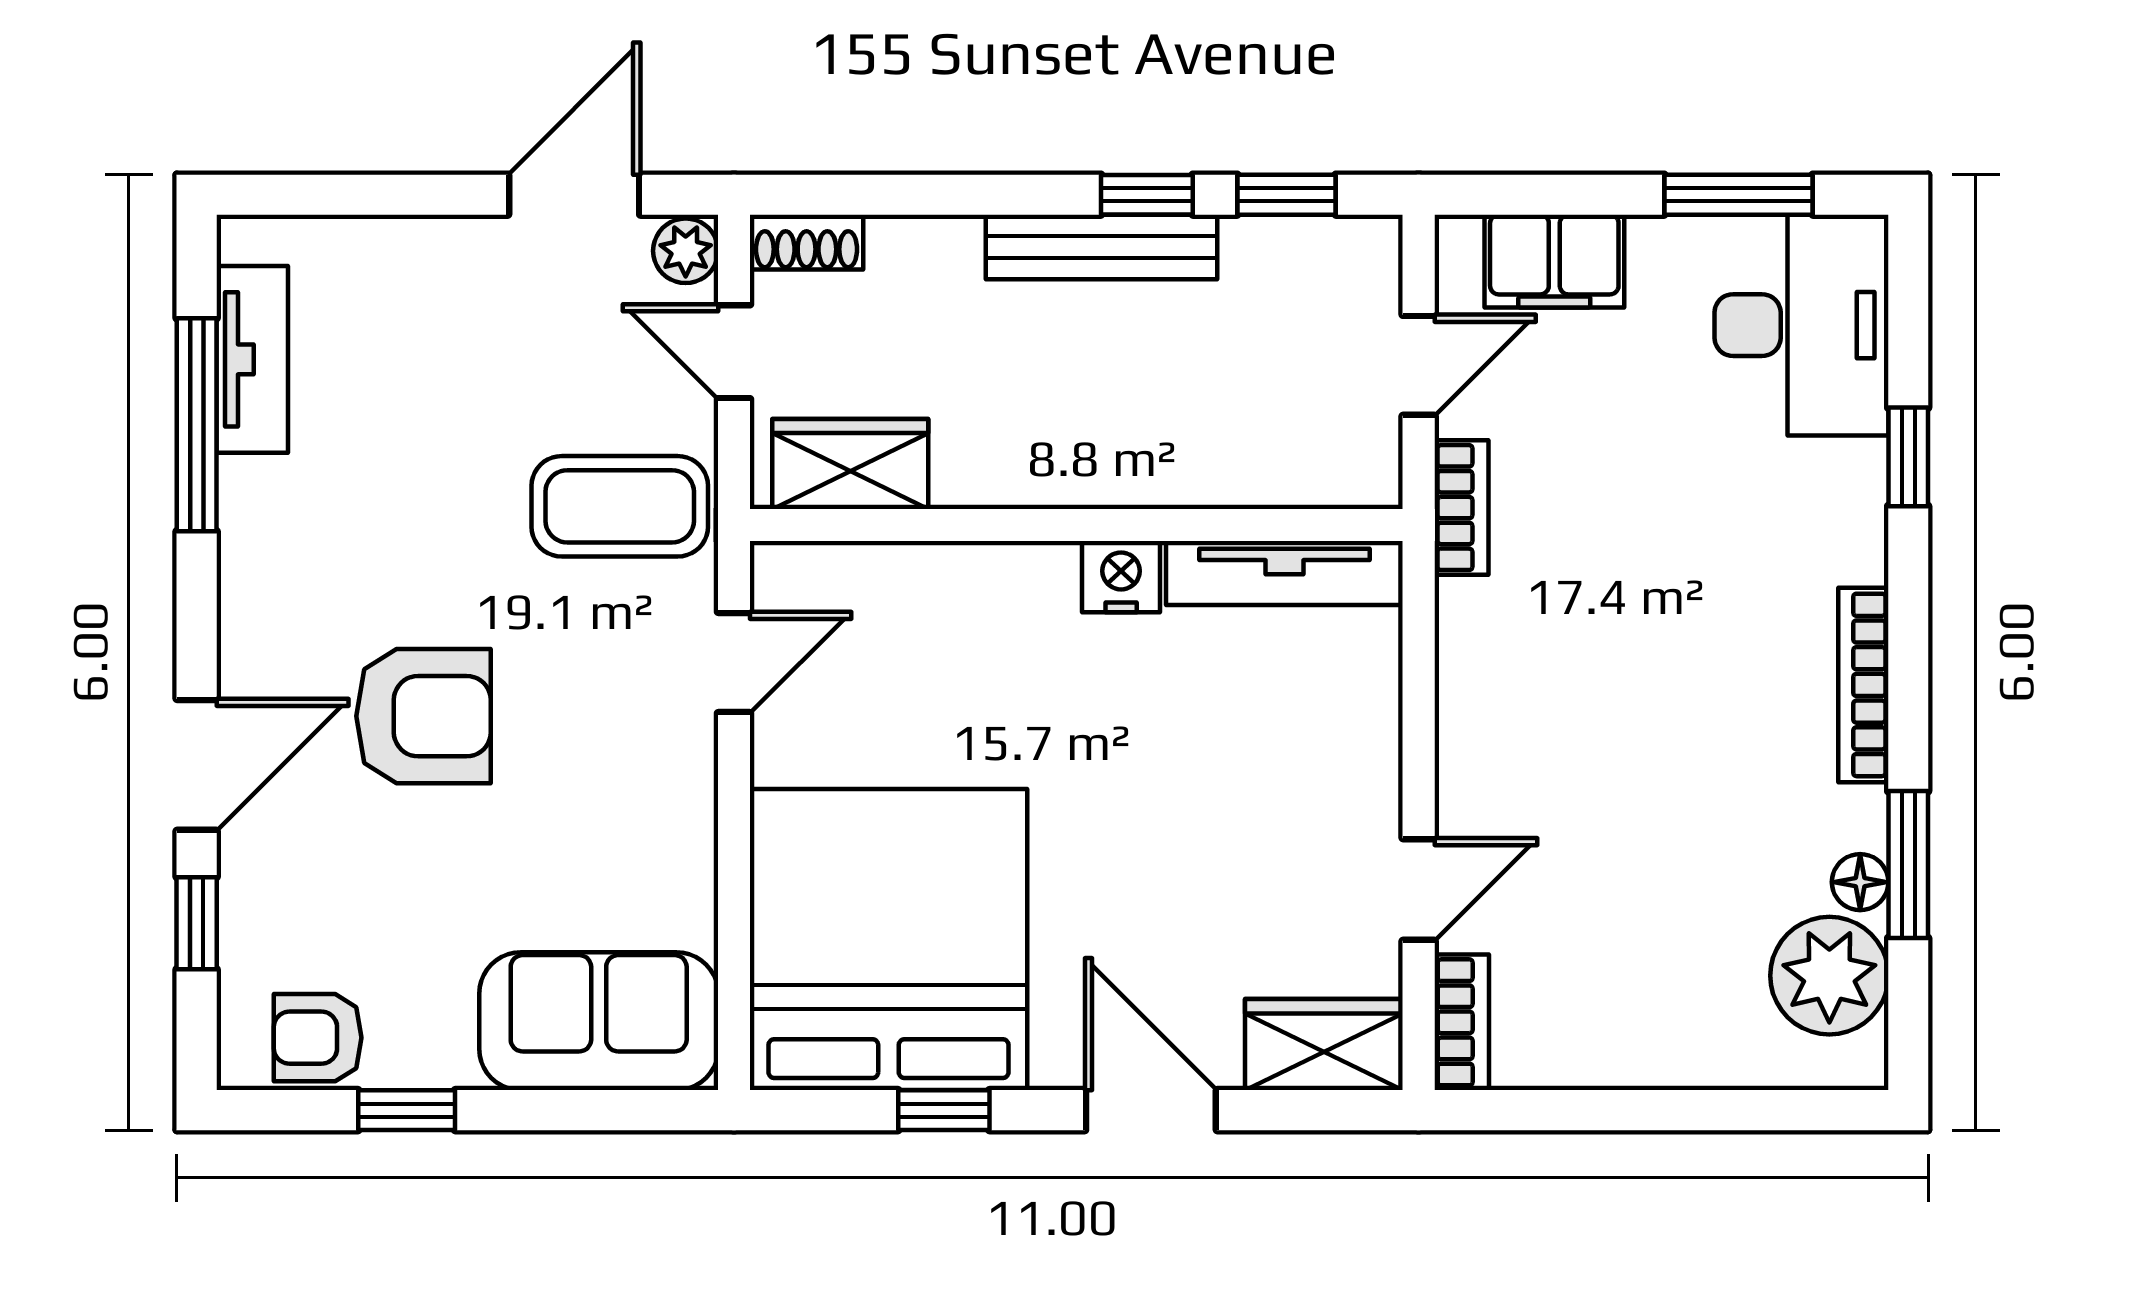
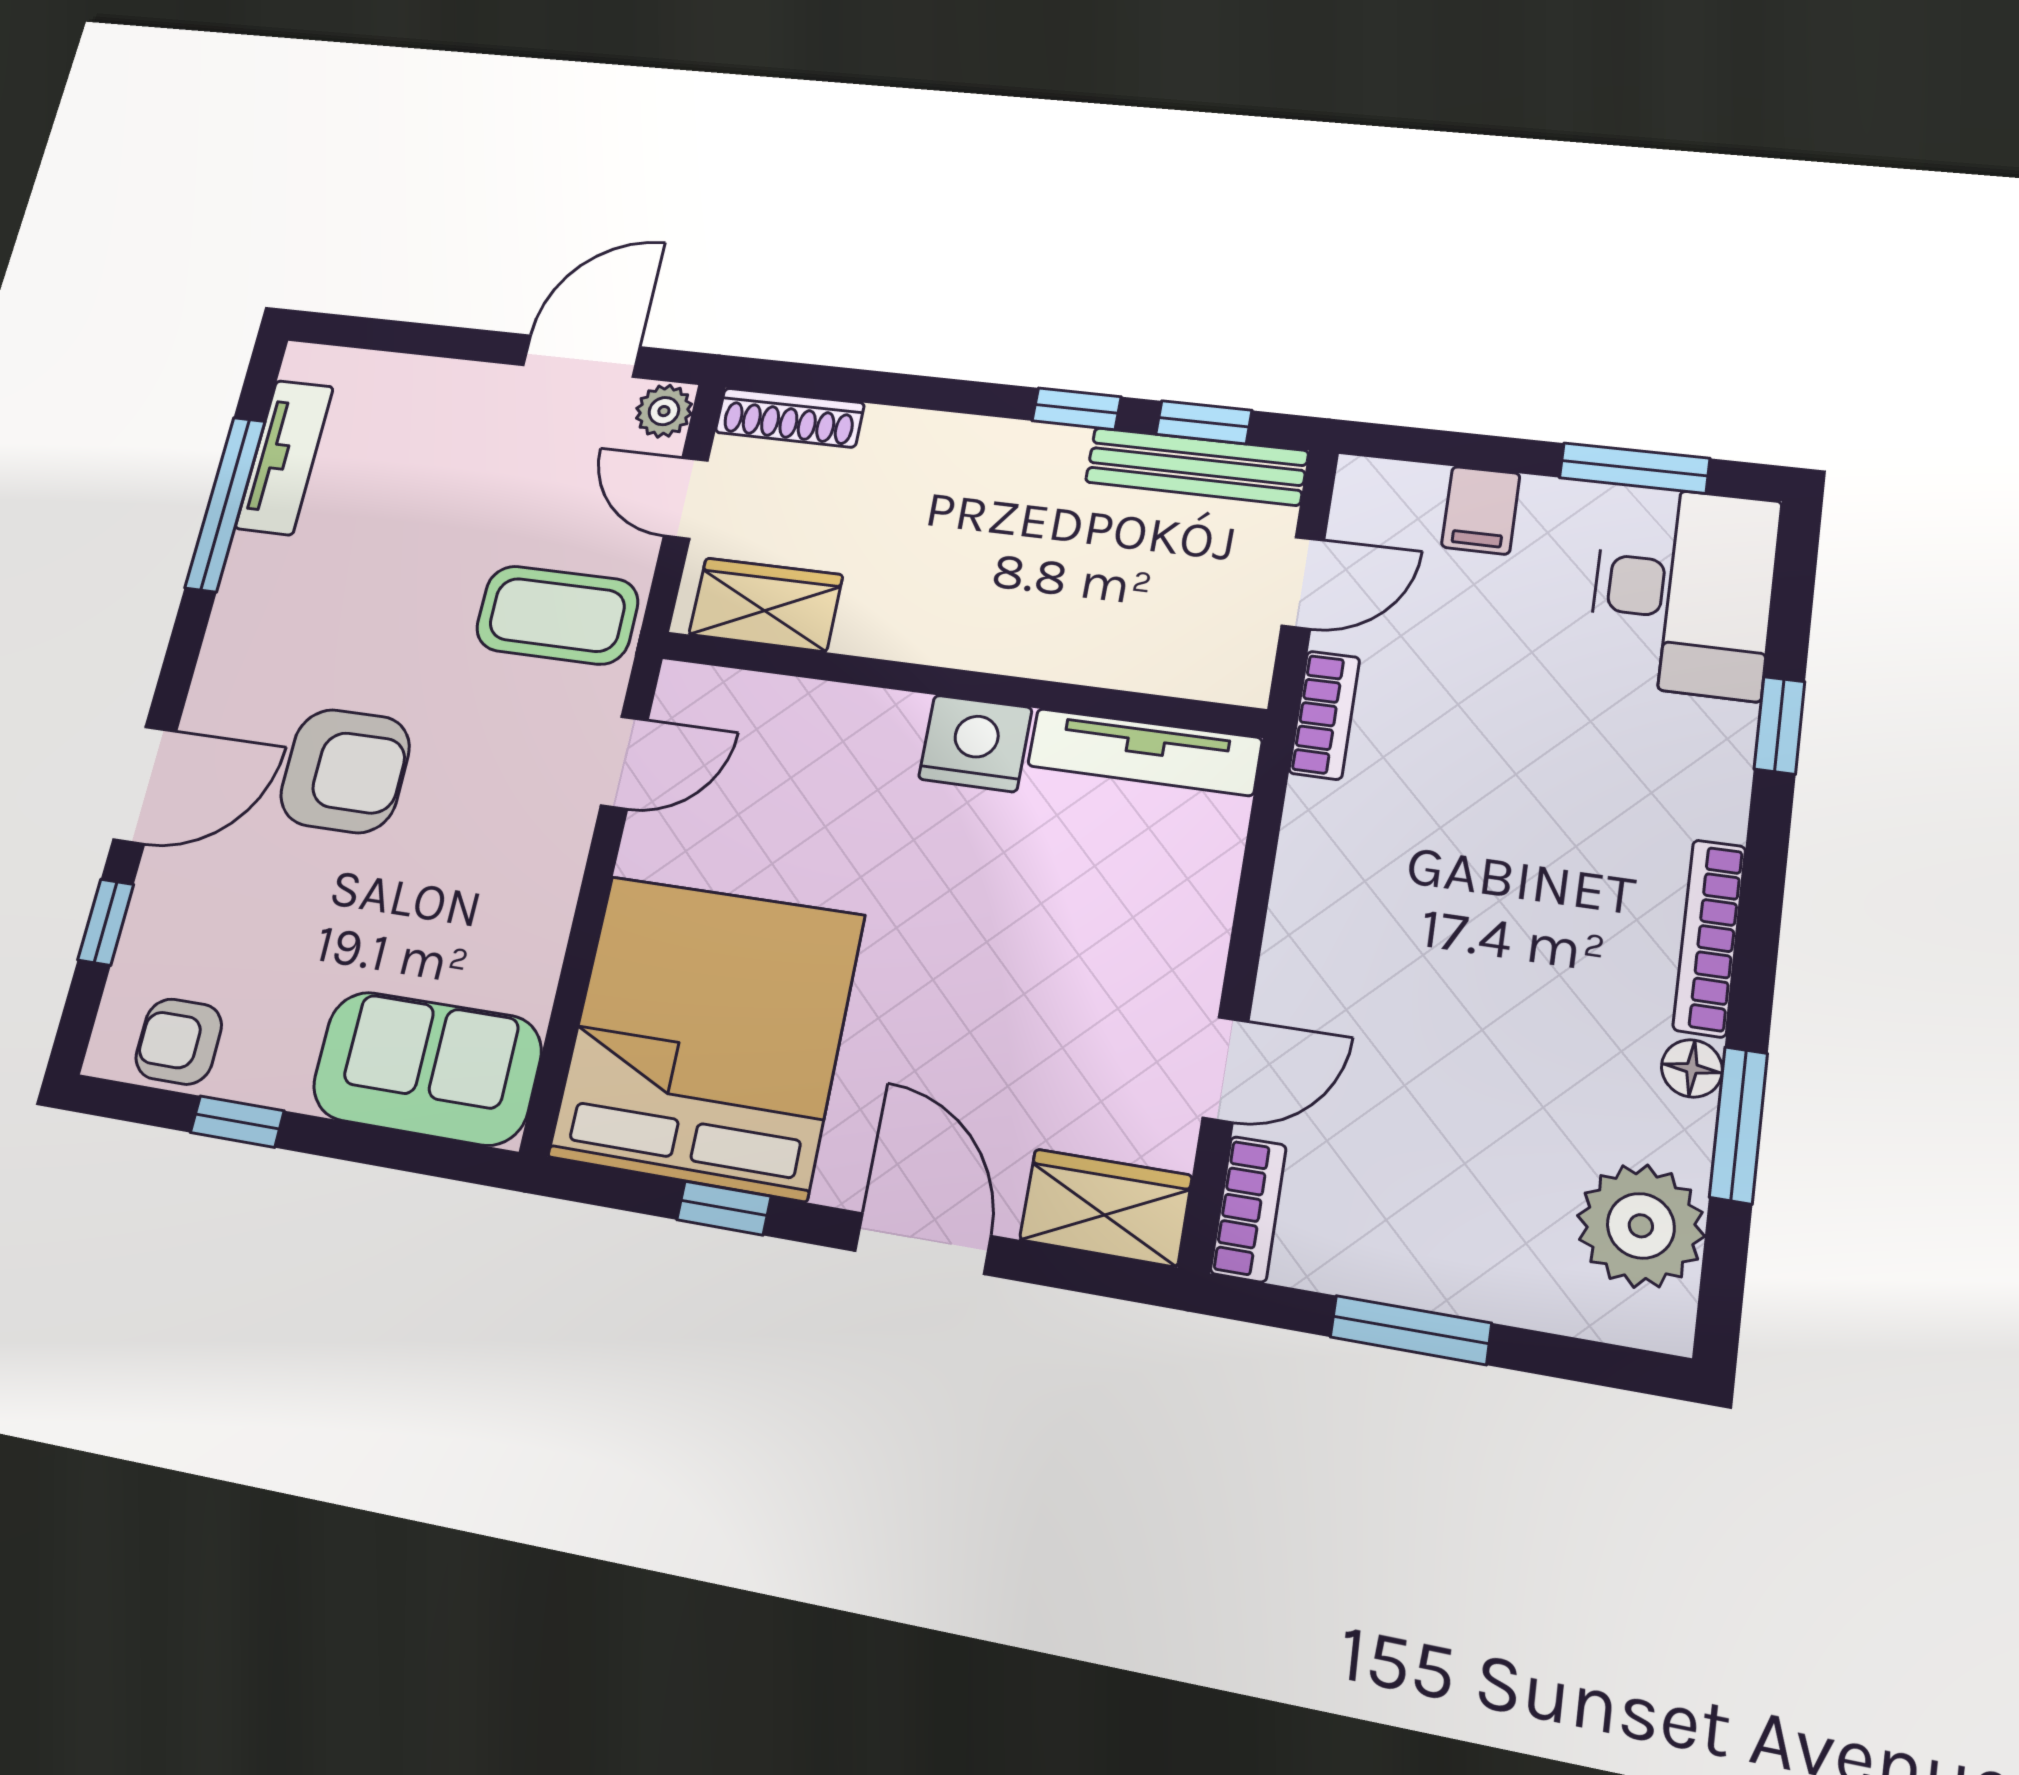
shoe rack: (807, 242) -> (790, 418), width x1.43
bench: (1102, 247) -> (1197, 466), moved
filing cabinet: (1554, 261) -> (1481, 510), width x0.50
nightstand: (1121, 577) -> (975, 743), width x1.36, depth x1.33
floor lamp: (1860, 882) -> (1692, 1068), moved
window: (1630, 1110) -> (1411, 1330), added

